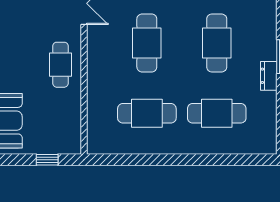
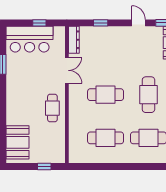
cafe table: (147, 43) -> (106, 95), turned 90

